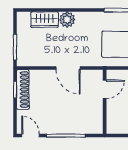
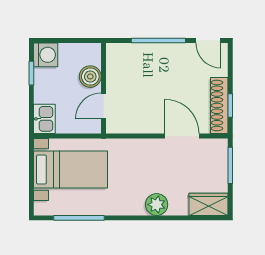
wardrobe: (45, 20) -> (209, 204), moved
door: (68, 68) -> (182, 136), moved
boiler: (114, 110) -> (90, 77), added

